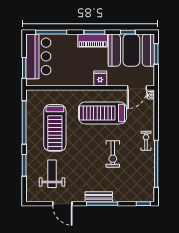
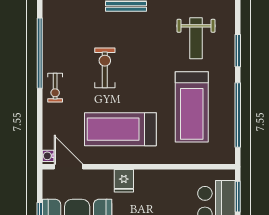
door: (137, 88) -> (69, 167), hinge flipped
treadmill: (102, 113) -> (120, 129), turned 180
treadmill: (55, 128) -> (192, 107), turned 180

